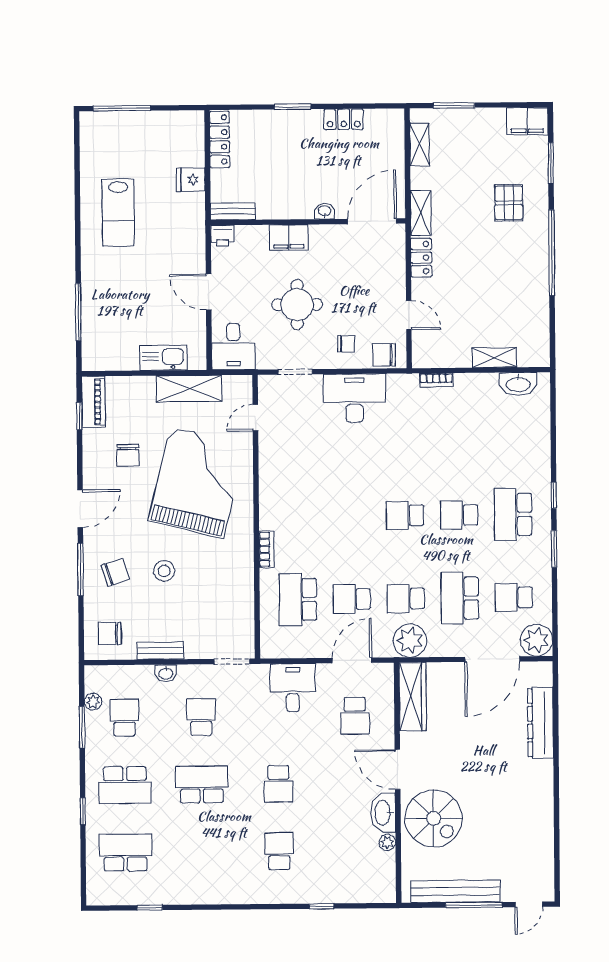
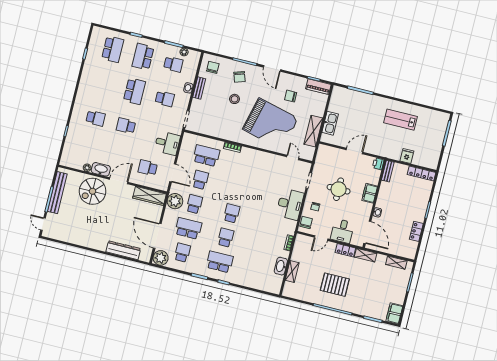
pallet: (509, 203) -> (335, 285), moved, width x1.50, depth x1.42
desk: (233, 346) -> (342, 231), moved, turned -90
washbasin: (518, 384) -> (281, 266), moved

